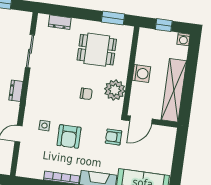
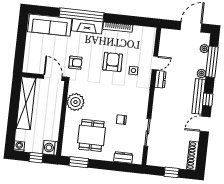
dining table: (97, 50) -> (91, 135), turned 90
washing machine: (141, 73) -> (50, 148), moved
dresser: (16, 91) -> (160, 79), moved
chair: (86, 94) -> (121, 120), moved
door: (141, 120) -> (53, 78), hinge flipped

